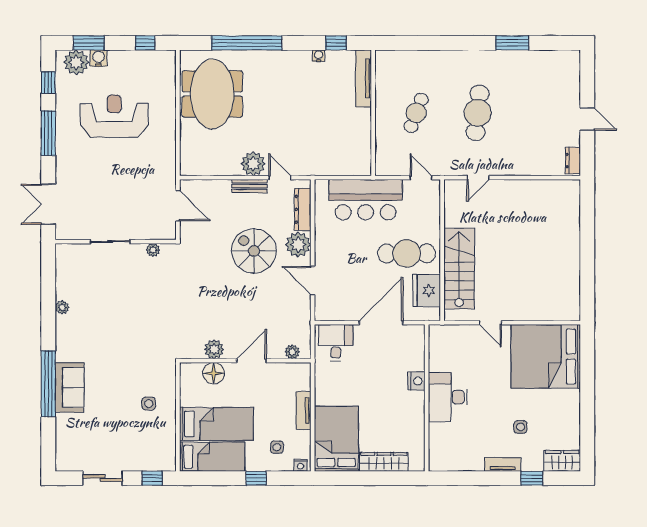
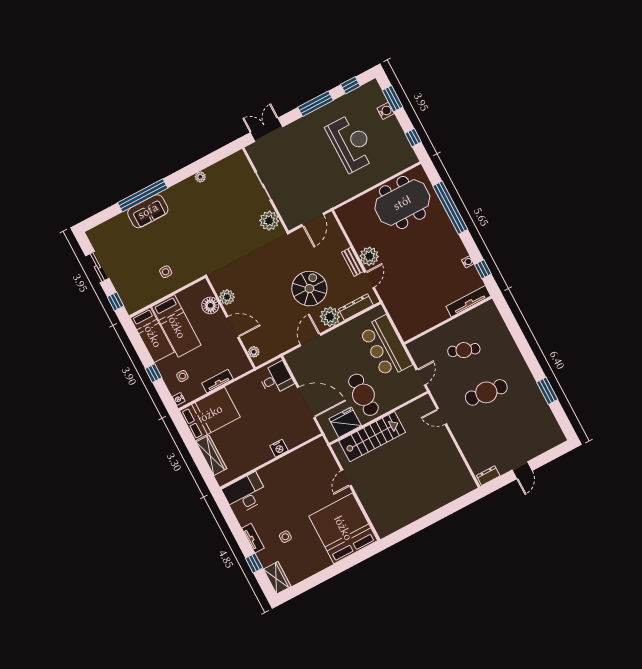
plant: (76, 62) -> (375, 97), removed
plant: (153, 250) -> (269, 221), width x1.88, depth x1.88
desk: (448, 397) -> (245, 494), moved

